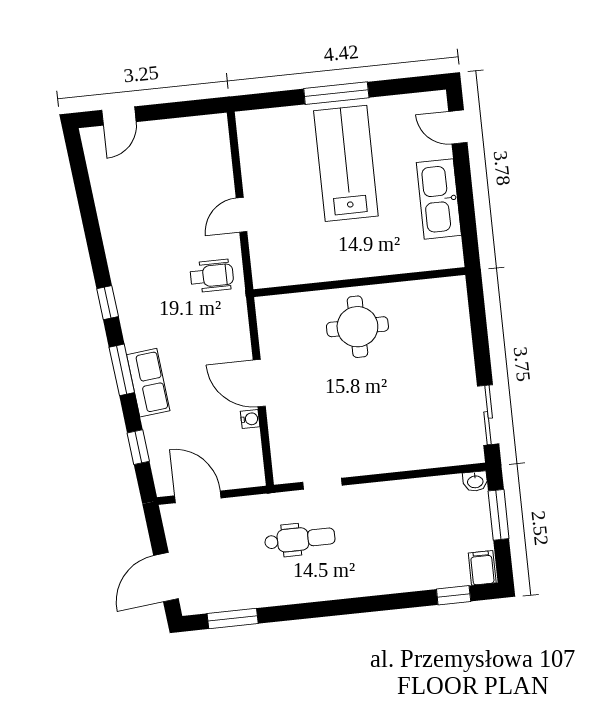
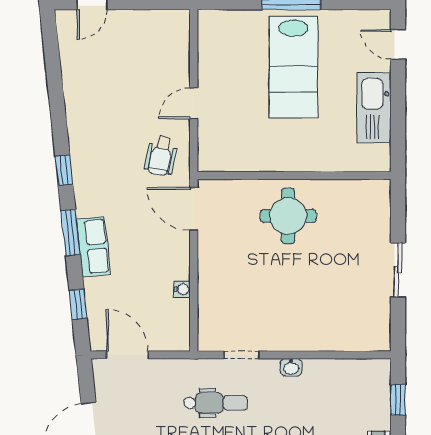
lab bench: (346, 163) -> (293, 67), turned 180
wheelchair: (212, 276) -> (161, 156), turned 102
door: (259, 383) -> (194, 209), moved
sliding door: (488, 415) -> (398, 270), moved
washbasin: (475, 481) -> (291, 367), moved
window: (499, 515) -> (398, 400), width x0.67

